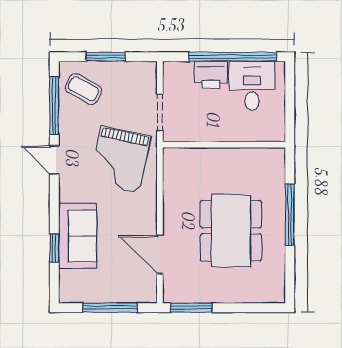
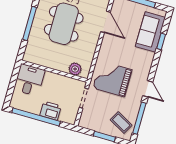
desk: (252, 86) -> (29, 80), moved, turned 180
plant: (189, 159) -> (75, 69), added
grand piano: (120, 160) -> (112, 79), turned -102
sofa: (78, 236) -> (150, 32), moved

